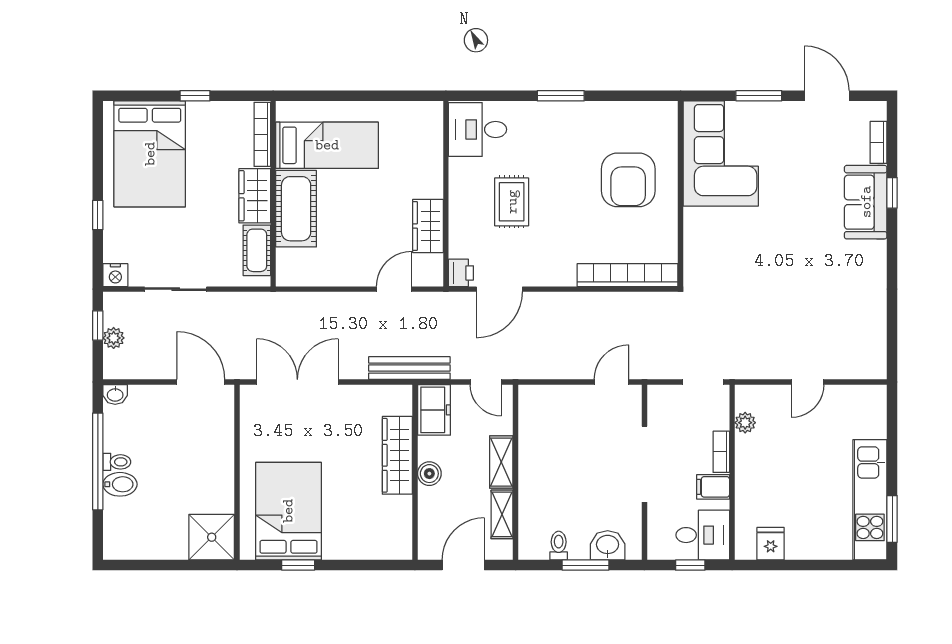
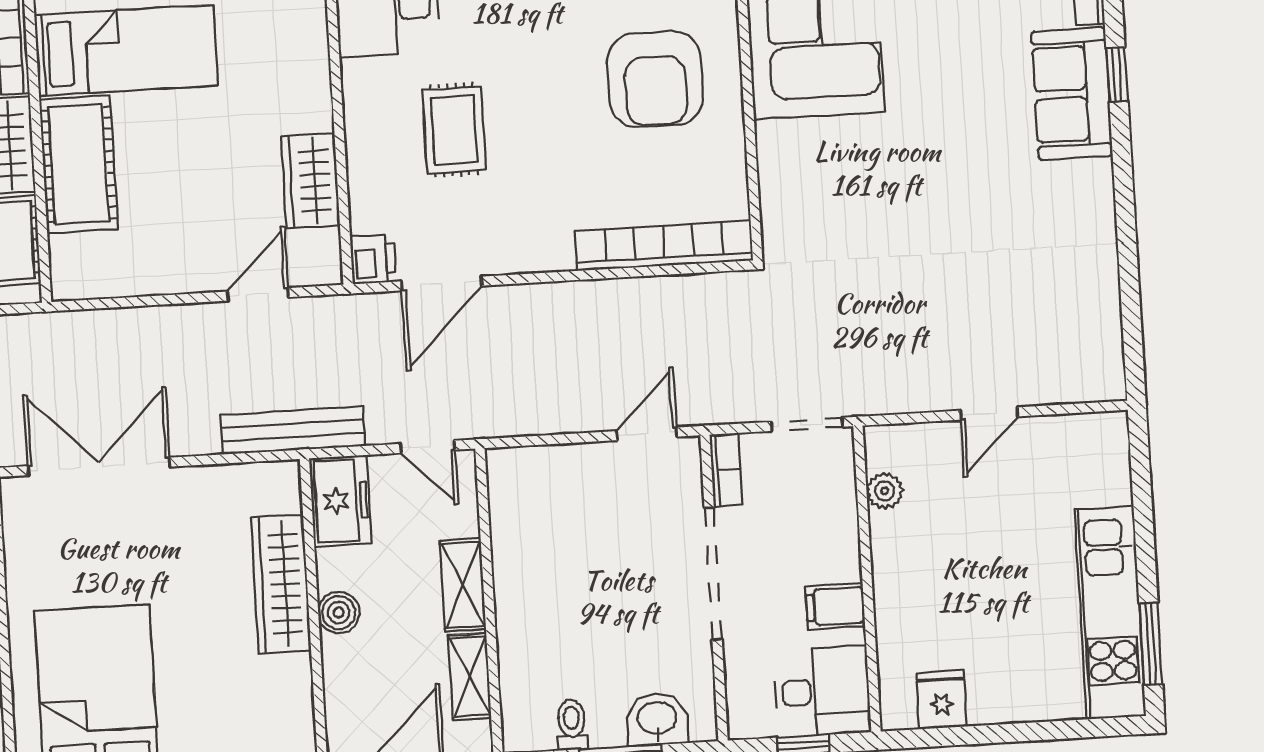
bookcase: (721, 452) -> (726, 470), moved, turned 180

